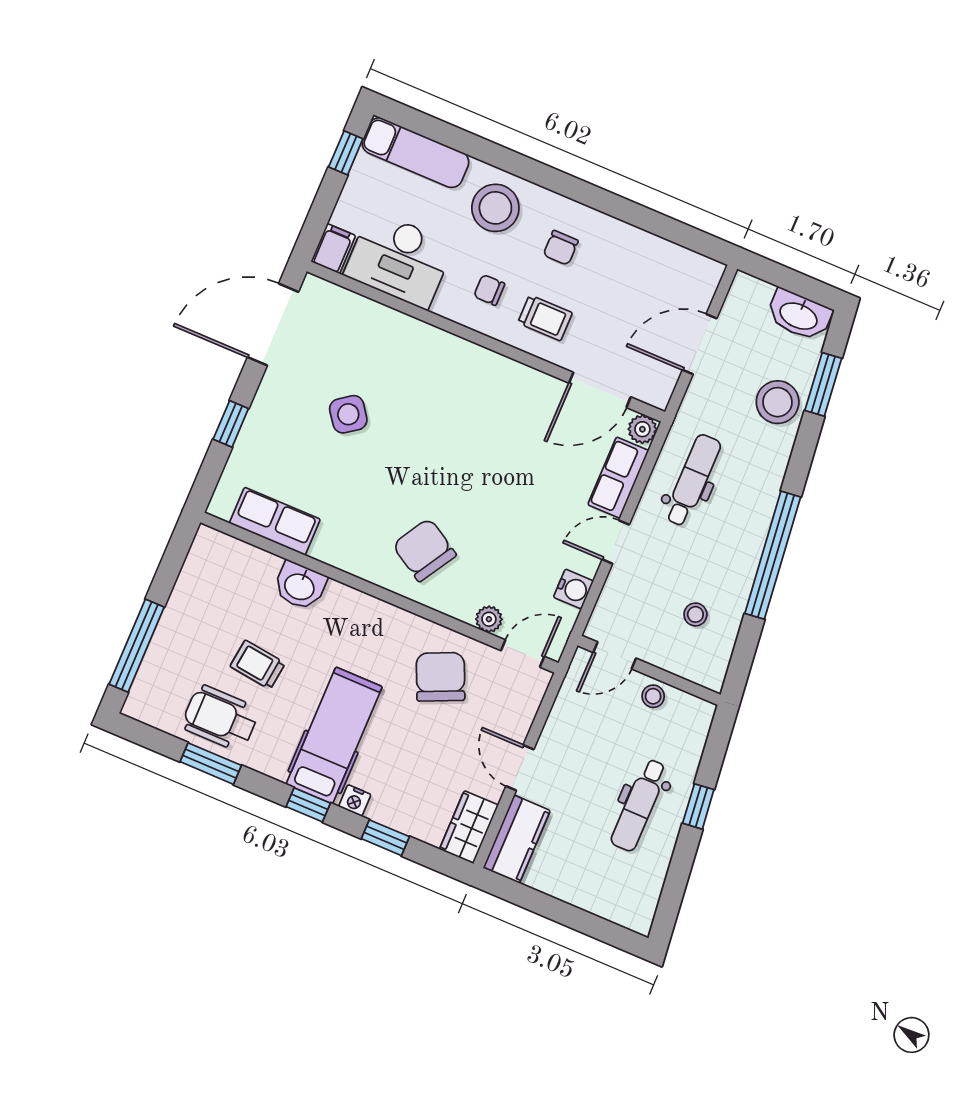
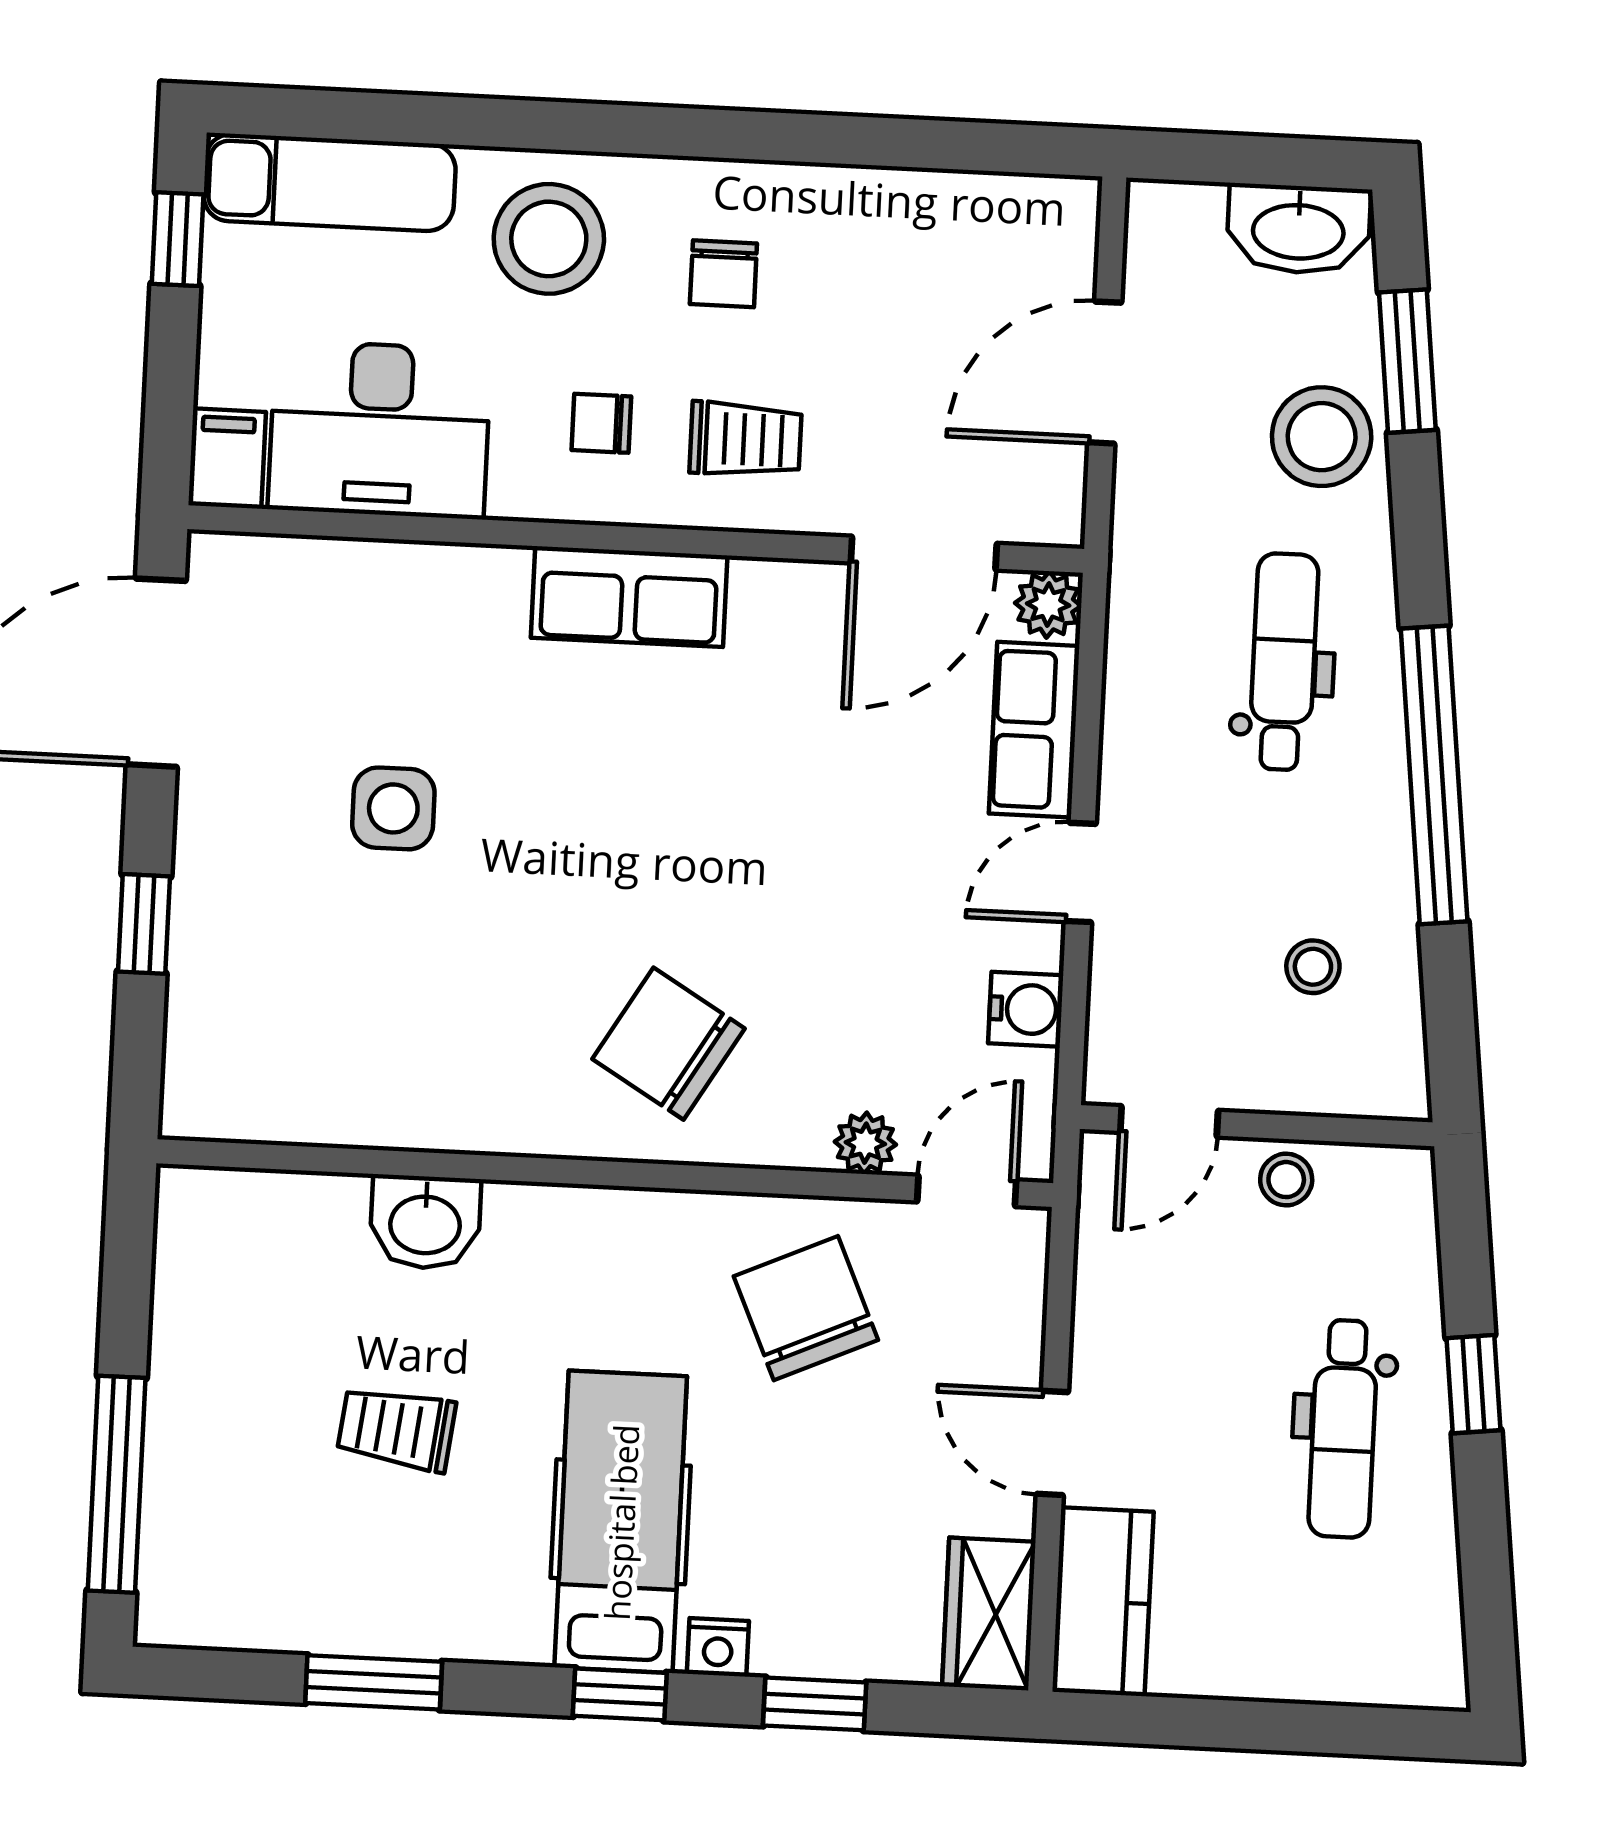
side table: (348, 414) -> (393, 808), turned 36
dental chair: (693, 480) -> (1284, 662), moved
row of seats: (275, 521) -> (629, 597), moved, turned 180
wheelchair: (220, 718) -> (358, 1575), removed

